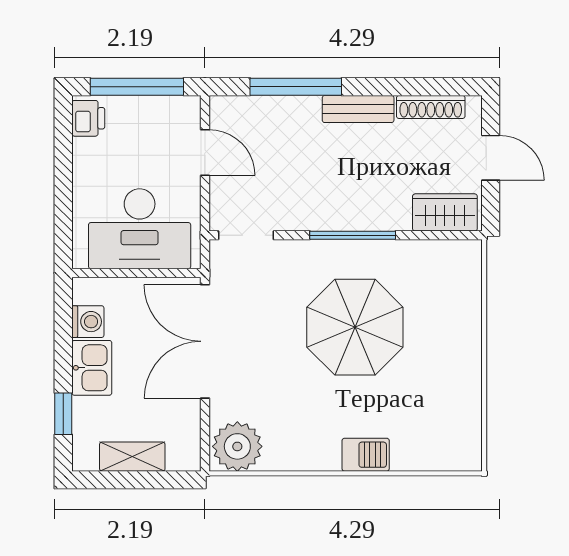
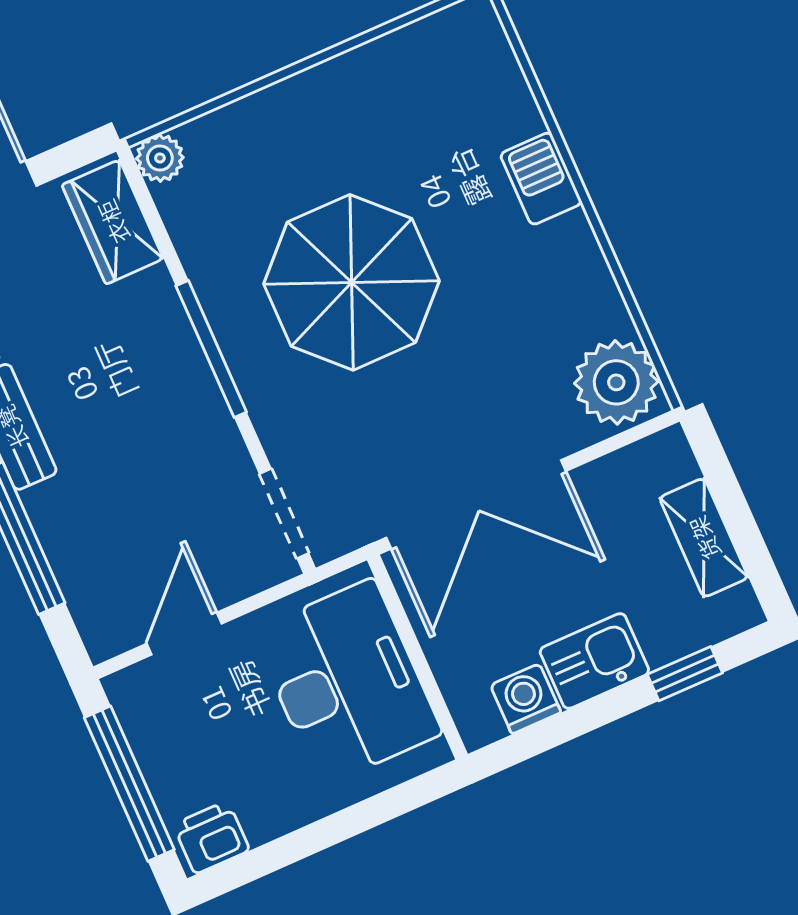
plant: (468, 253) -> (160, 158), added

